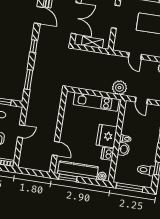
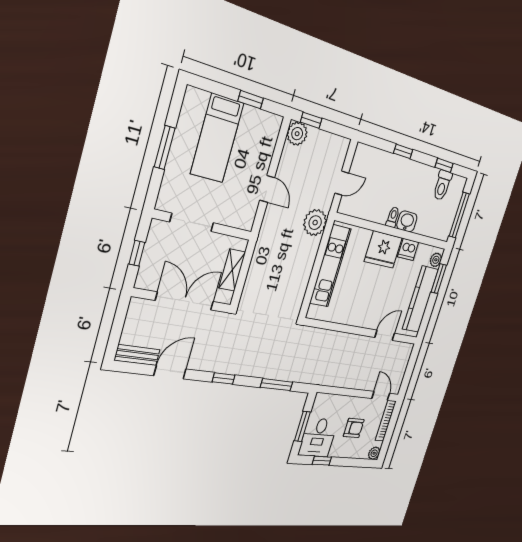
door: (135, 56) -> (267, 189), hinge flipped
door: (21, 131) -> (381, 396), moved
window: (68, 178) -> (439, 279), moved

